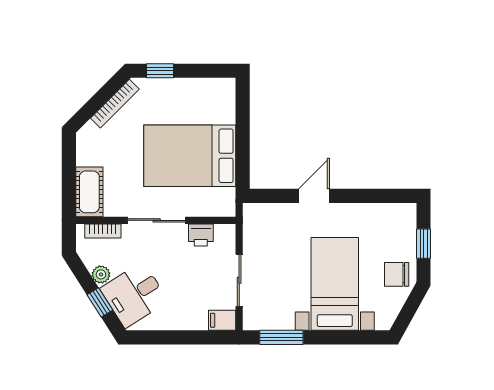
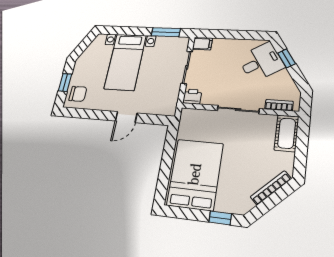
bookcase: (115, 104) -> (271, 188), moved
bed: (190, 156) -> (195, 174), moved, turned -90
printer: (201, 235) -> (192, 97), moved
plant: (101, 274) -> (284, 76), removed
chair: (397, 274) -> (78, 94), moved

